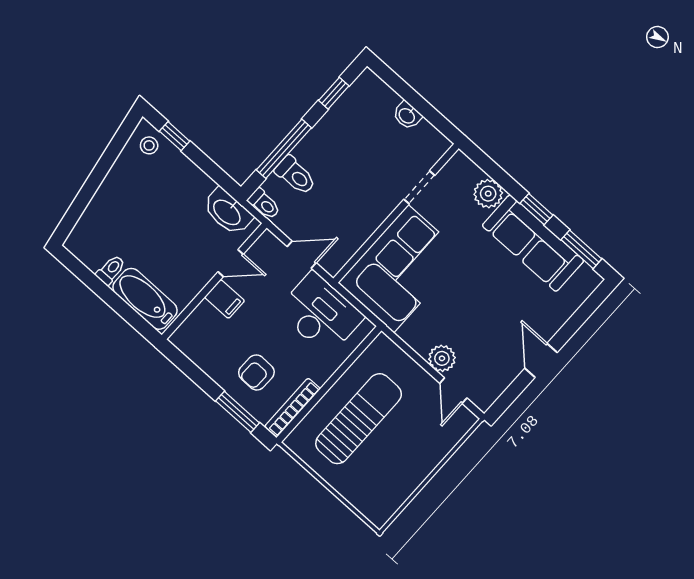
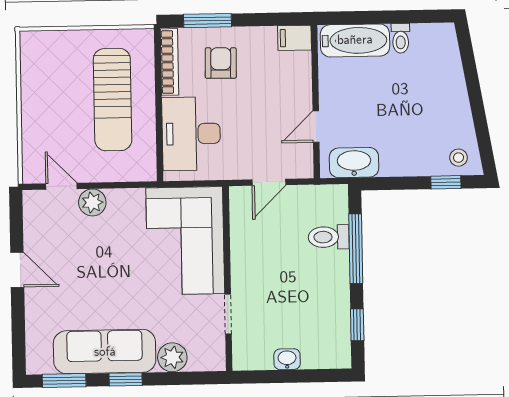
toilet: (264, 204) -> (332, 194), removed
filing cabinet: (225, 299) -> (294, 38), moved
desk: (320, 314) -> (191, 134), moved, turned 90

